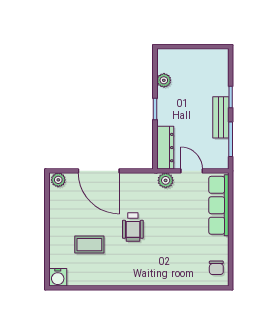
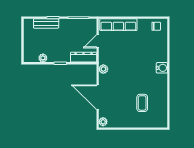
bench: (221, 117) -> (46, 23), moved
door: (99, 171) -> (98, 97), swing flipped
plant: (166, 180) -> (103, 69), moved
wheelchair: (133, 227) -> (132, 77), removed
water cooler: (58, 277) -> (162, 68), moved

